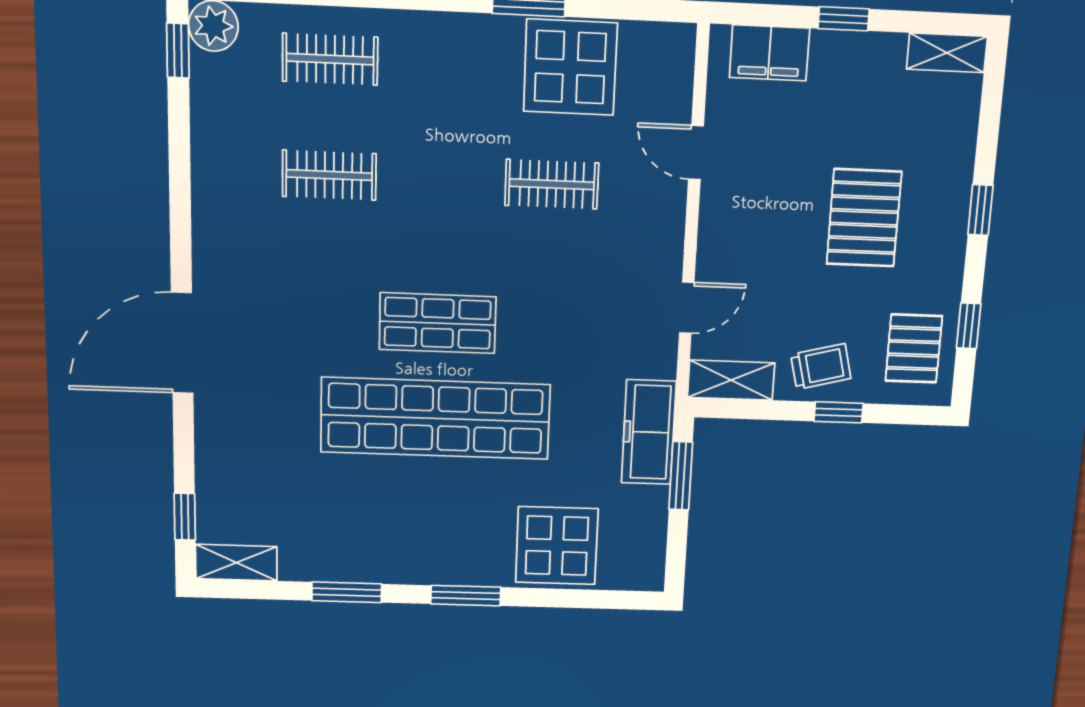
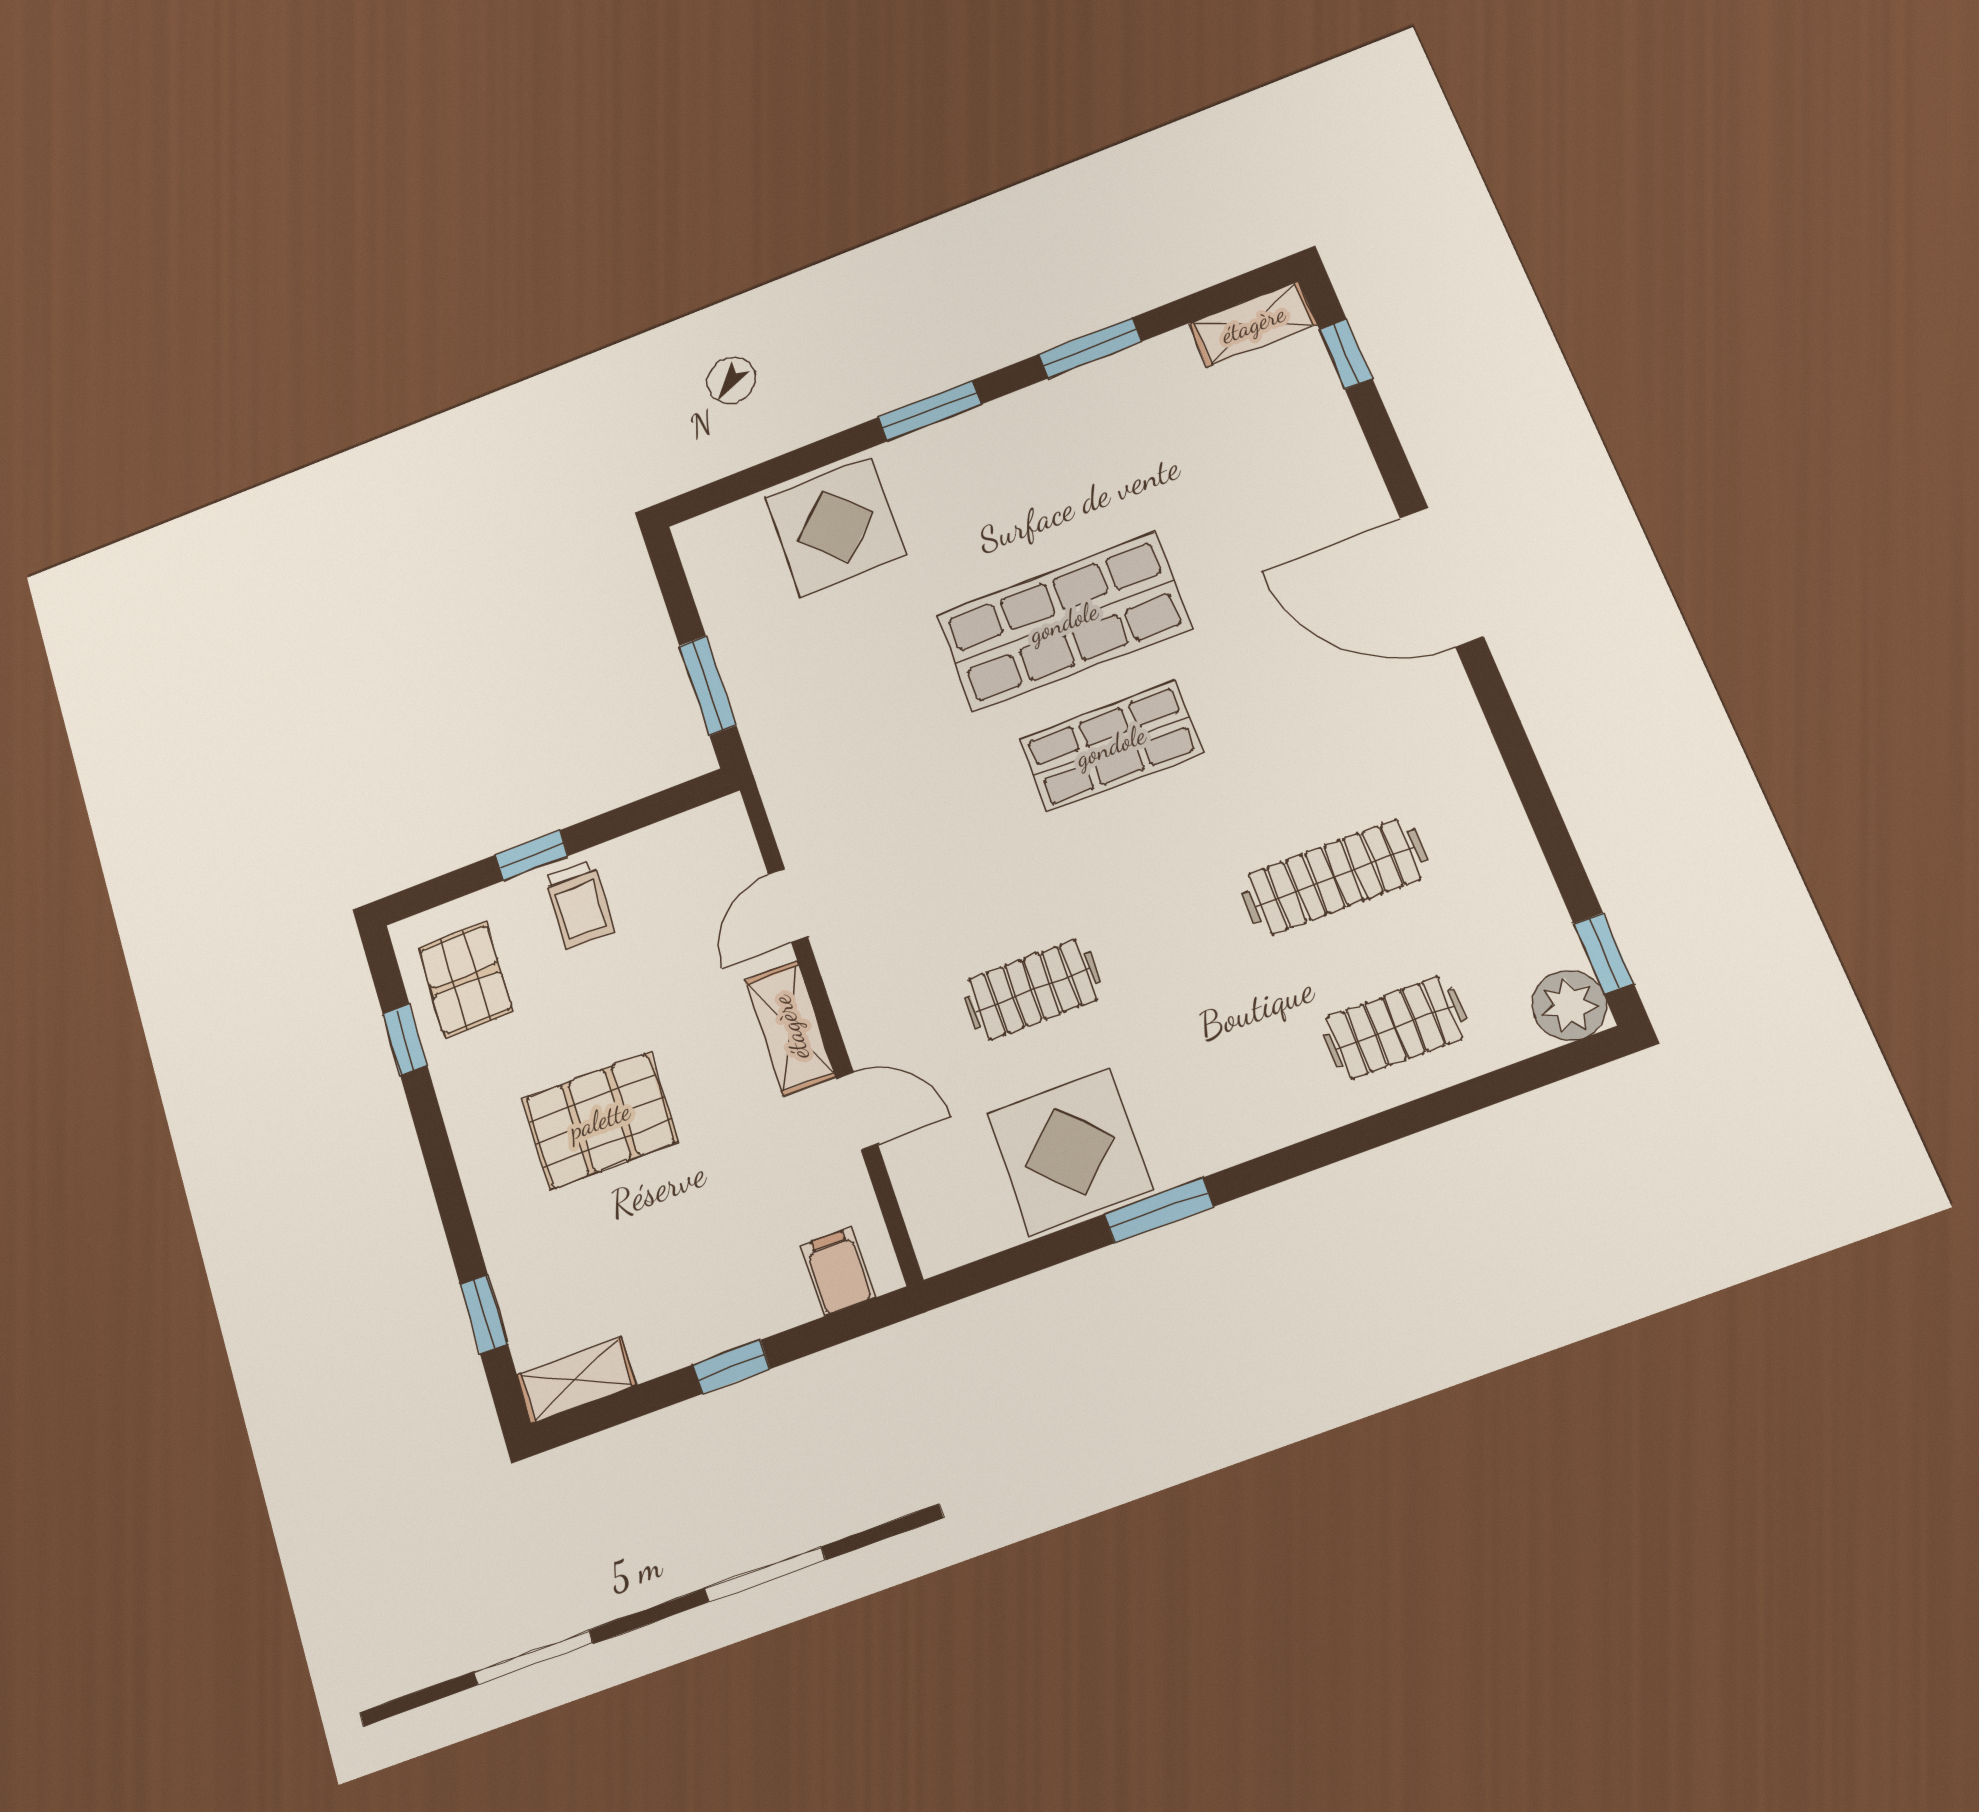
filing cabinet: (769, 53) -> (838, 1272), width x0.50
clothes rail: (329, 175) -> (1334, 877), width x1.36
window: (980, 210) -> (484, 1314), moved
pallet: (864, 218) -> (600, 1120), turned 90
door: (182, 343) -> (1442, 577), swing flipped
trolley: (821, 367) -> (579, 904), turned -76
shelving: (731, 380) -> (790, 1028), moved, turned 90
shop shelf: (435, 418) -> (1064, 622), width x0.71
freezer: (649, 432) -> (773, 724), removed

